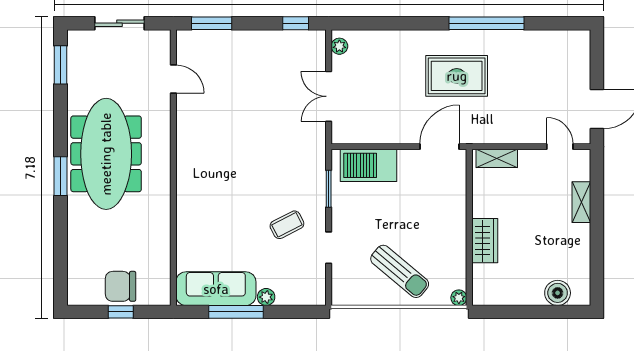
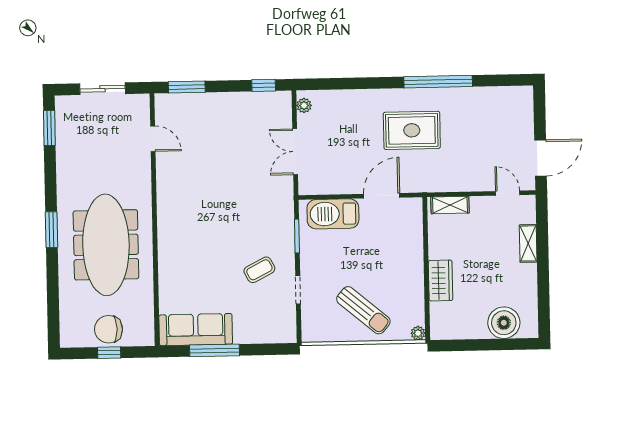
door: (439, 147) -> (382, 196), moved
meeting table: (106, 154) -> (106, 245), moved
boiler: (558, 293) -> (504, 323), width x1.37, depth x1.37
plant: (266, 297) -> (242, 336), removed

